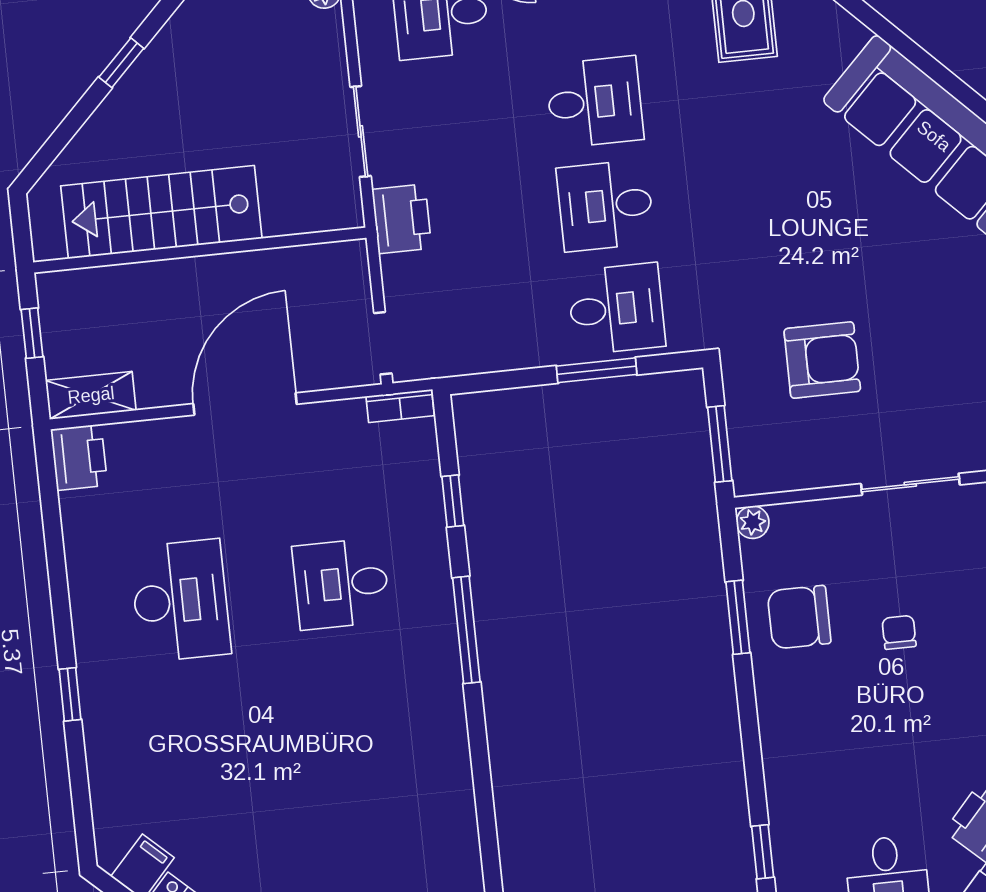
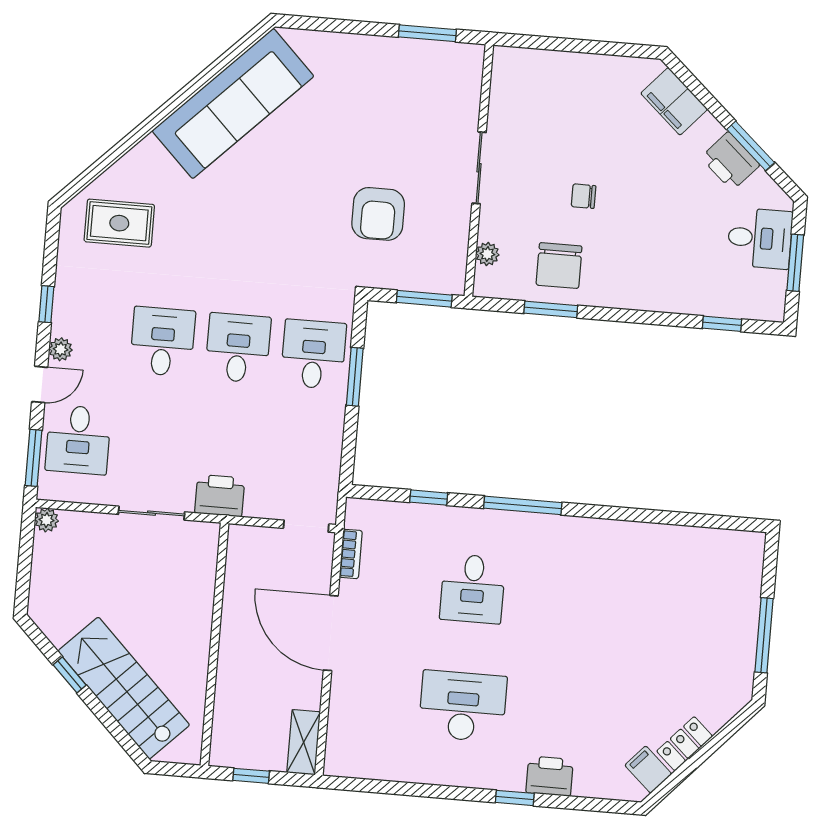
desk: (605, 205) -> (238, 348), turned 180
stairs: (161, 212) -> (124, 688), moved, turned 135
armchair: (822, 360) -> (378, 214), turned 180
bookcase: (400, 406) -> (351, 554), moved
printer: (79, 457) -> (550, 776), moved
plant: (753, 522) -> (487, 254), moved

